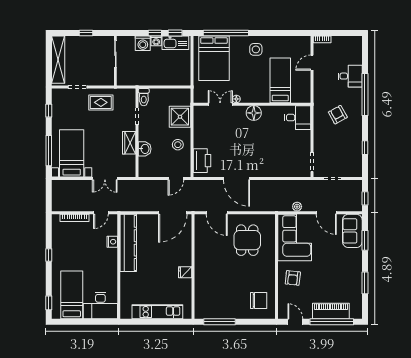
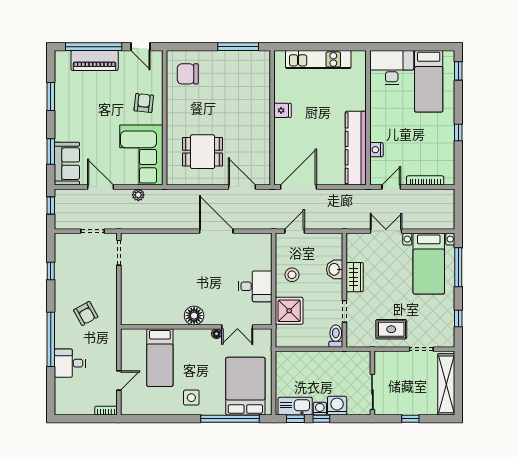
desk: (298, 118) -> (255, 286), moved, turned 180
printer: (202, 161) -> (261, 254), removed
dining table: (247, 240) -> (202, 152), turned 90

